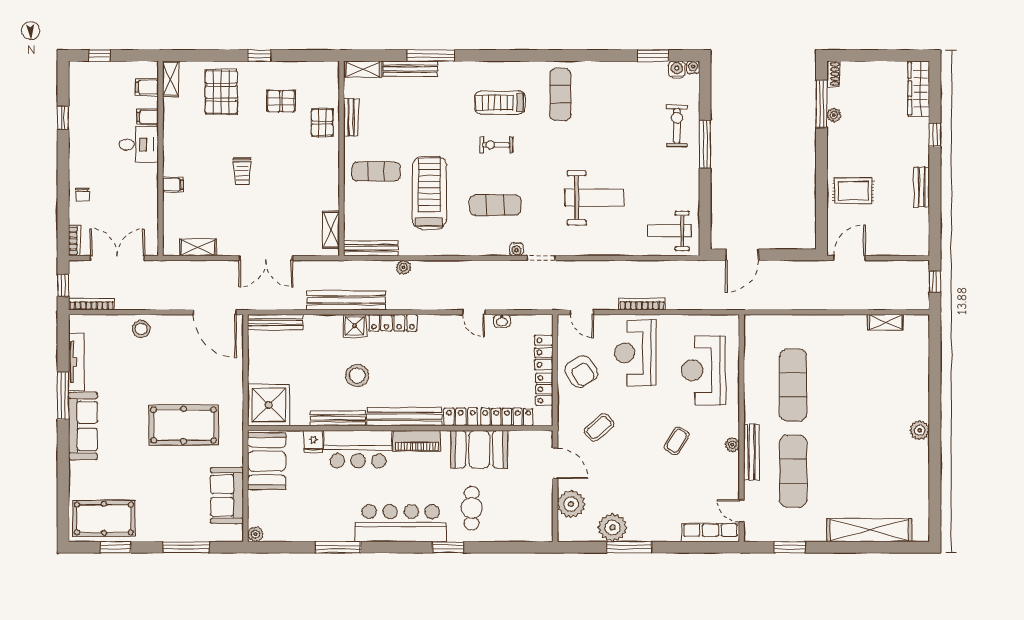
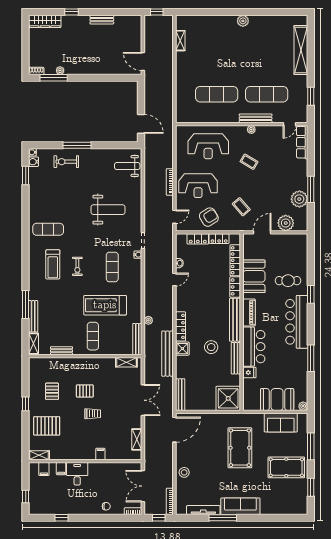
pallet: (322, 123) -> (85, 391), moved
rug: (853, 191) -> (104, 59), removed
weight bench: (594, 198) -> (108, 210), turned 90
weight bench: (669, 231) -> (127, 166), turned 90
booth: (267, 461) -> (277, 400), moved
pool table: (104, 518) -> (286, 467), moved, turned 90

